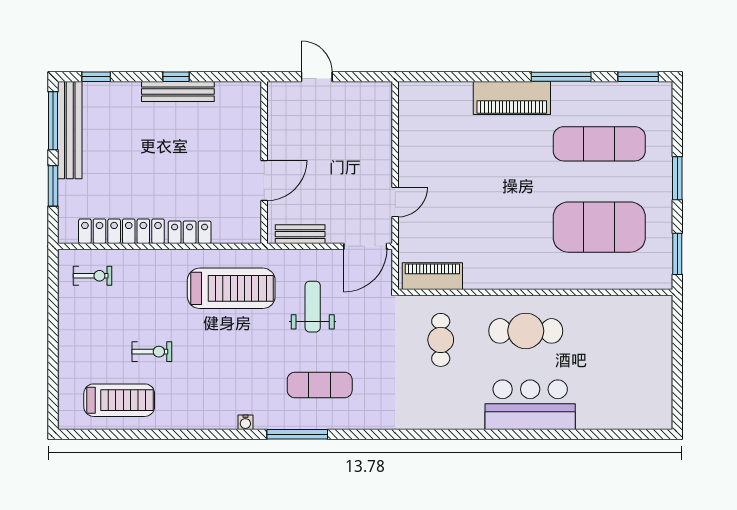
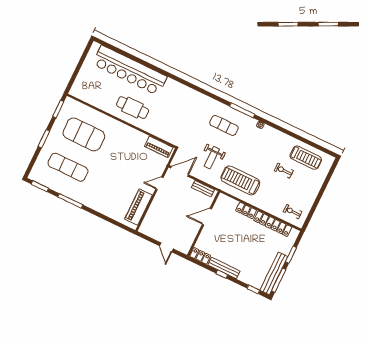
locker: (239, 93) -> (200, 256), added
piano: (512, 98) -> (138, 207), moved, turned -90
cafe table: (441, 340) -> (168, 120), removed
treadmill: (119, 400) -> (306, 158), turned 180
bar counter: (530, 405) -> (130, 70), width x1.86

